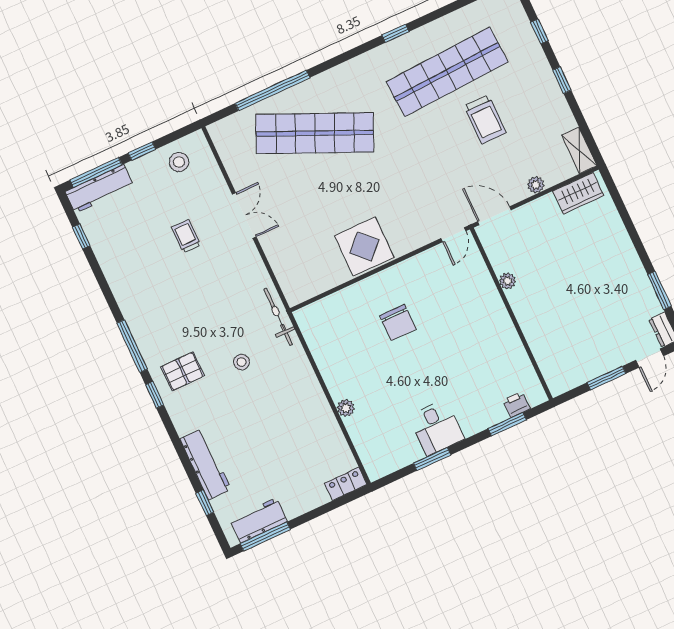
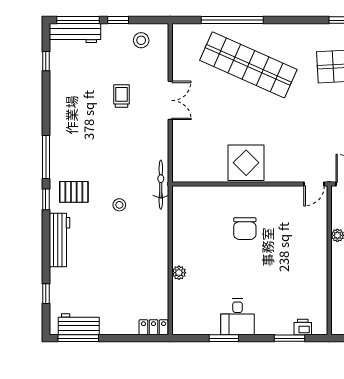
workbench: (206, 464) -> (59, 240), moved

